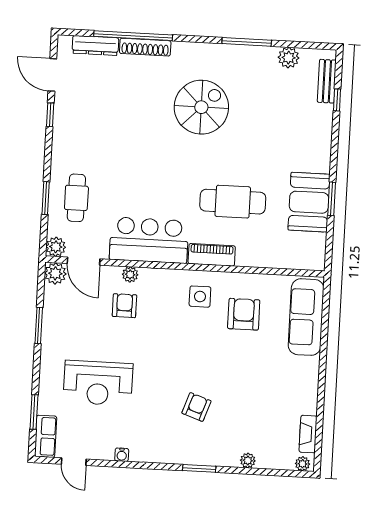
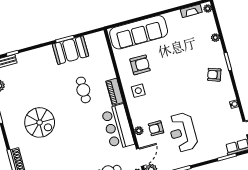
spiral stairs: (201, 107) -> (40, 122), turned 180
cafe table: (233, 202) -> (83, 90), width x0.73, depth x0.74
armchair: (244, 314) -> (140, 65), turned 180
sofa: (306, 317) -> (139, 32), width x1.36, depth x1.27
reception desk: (98, 383) -> (183, 132), moved, turned 180
armchair: (196, 407) -> (214, 75), moved

